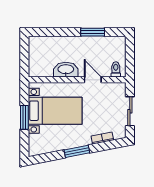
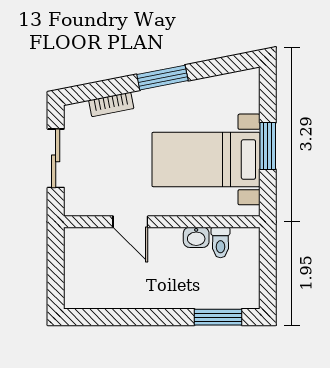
window: (93, 32) -> (218, 317), moved
toilet: (116, 69) -> (220, 242), moved
washbasin: (66, 70) -> (196, 237), width x0.52, depth x0.69

